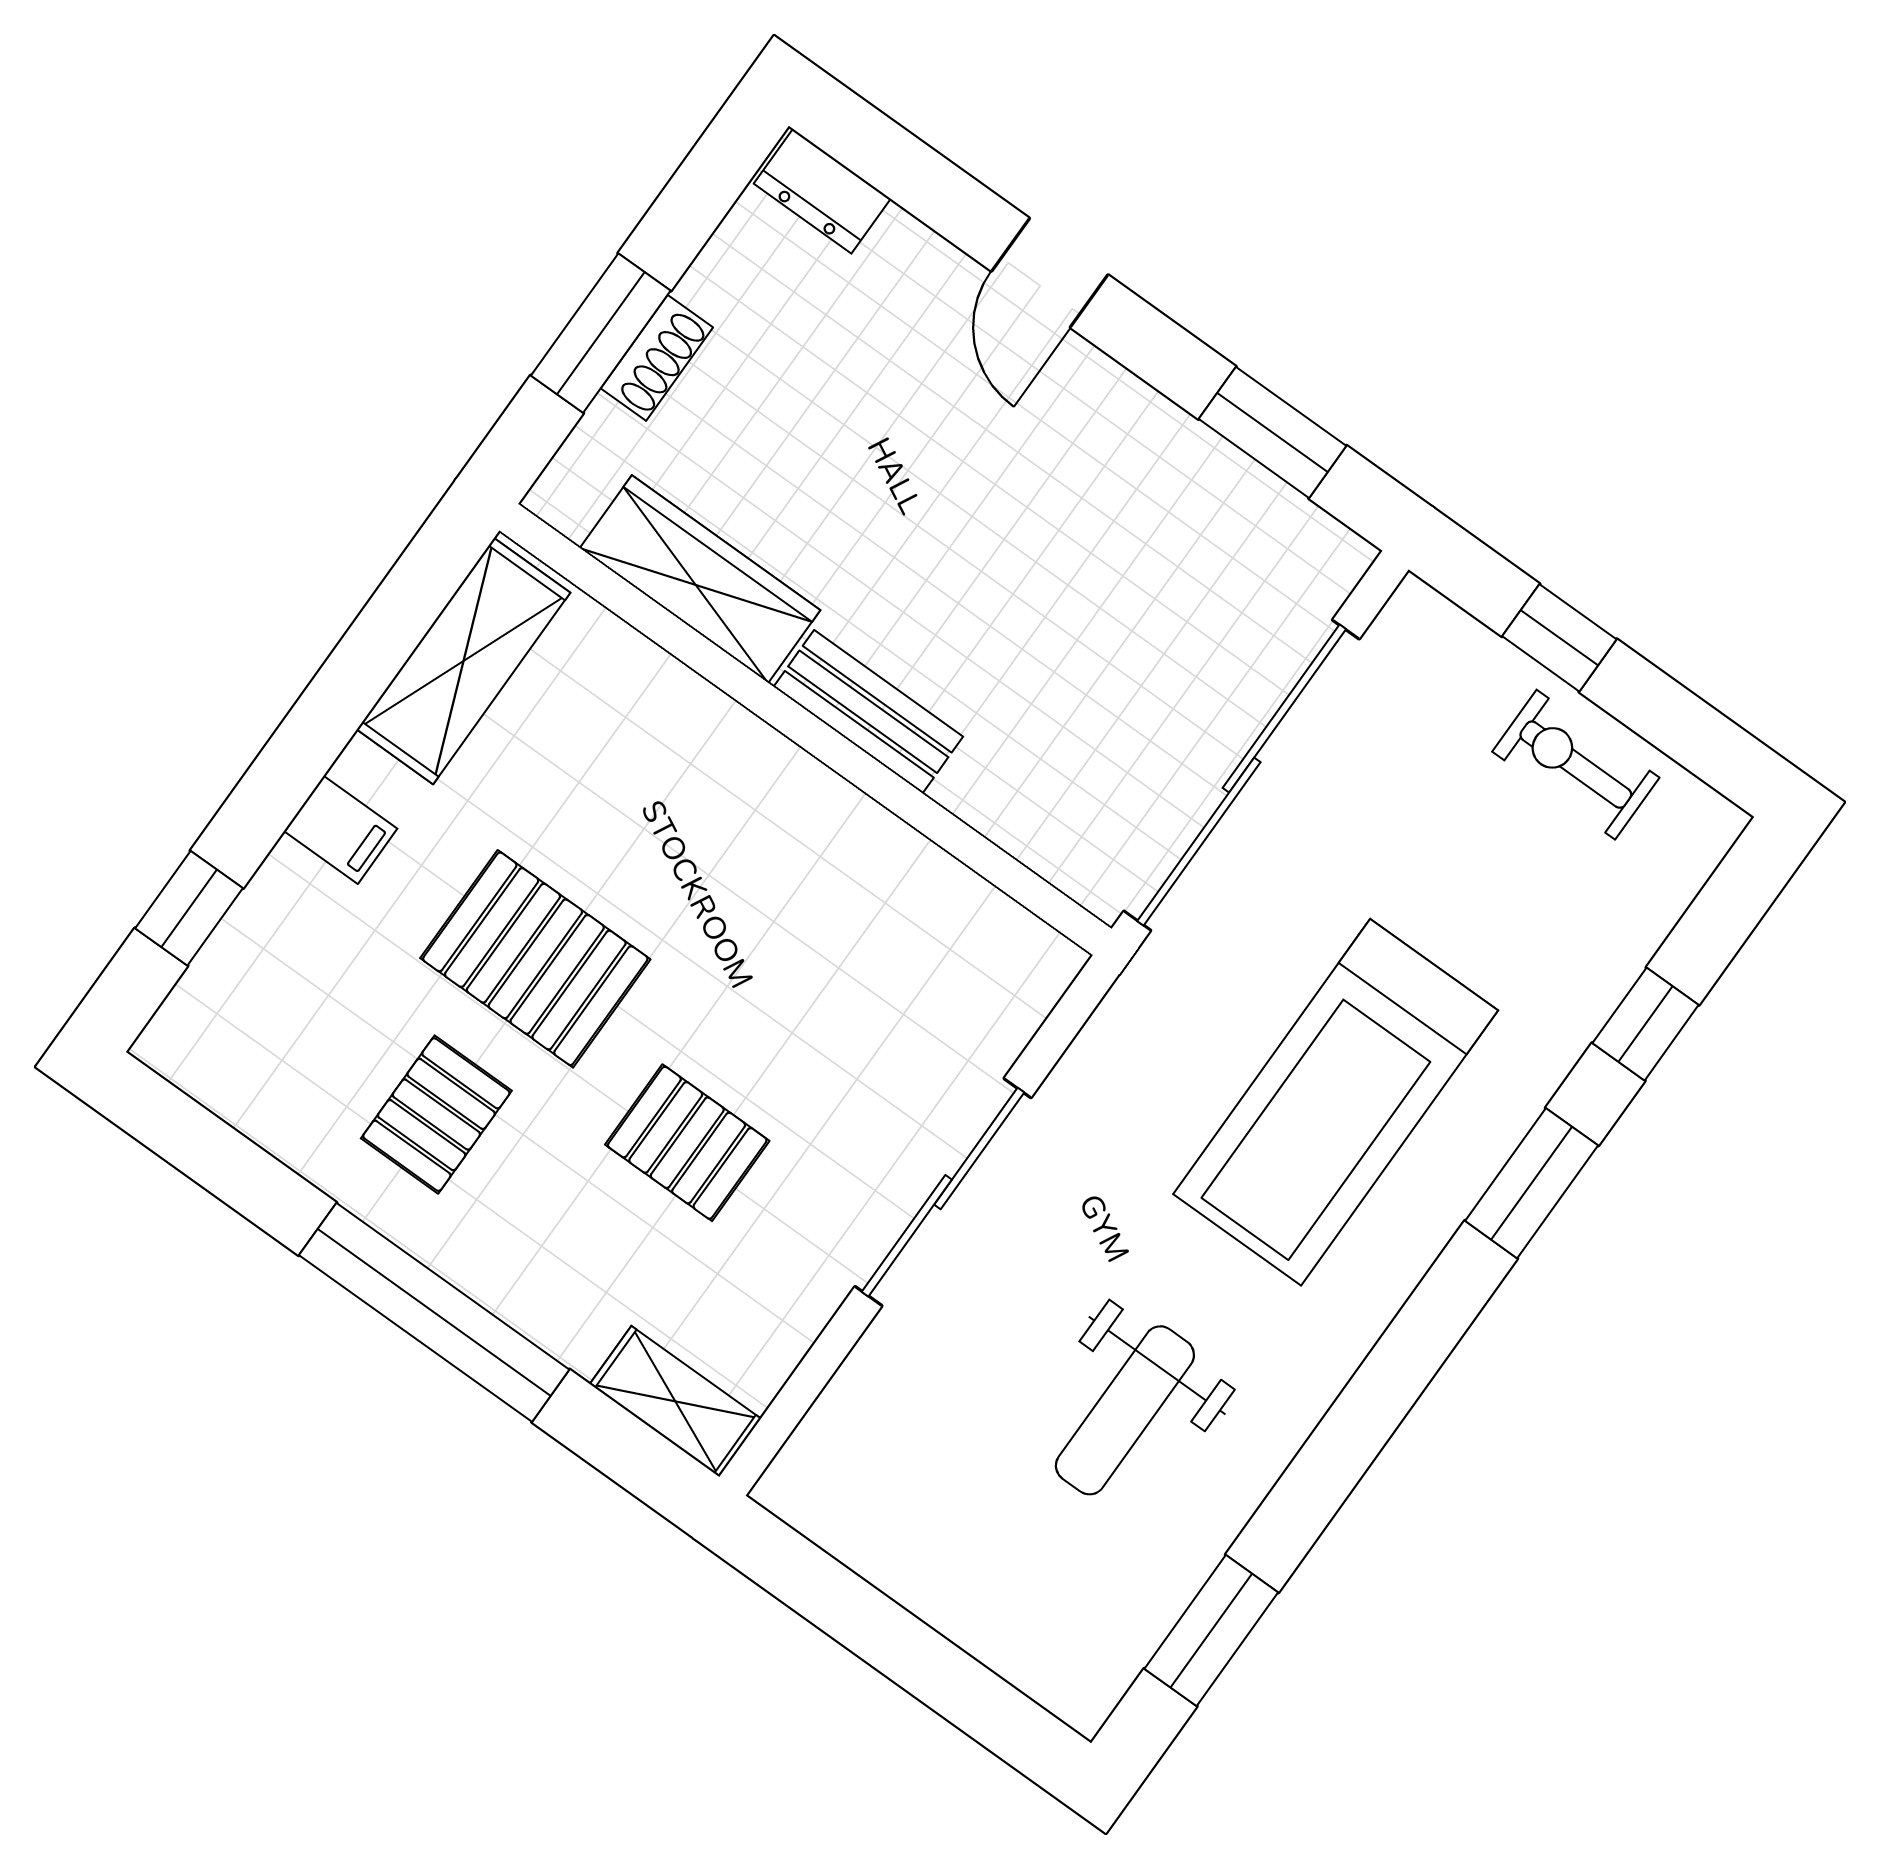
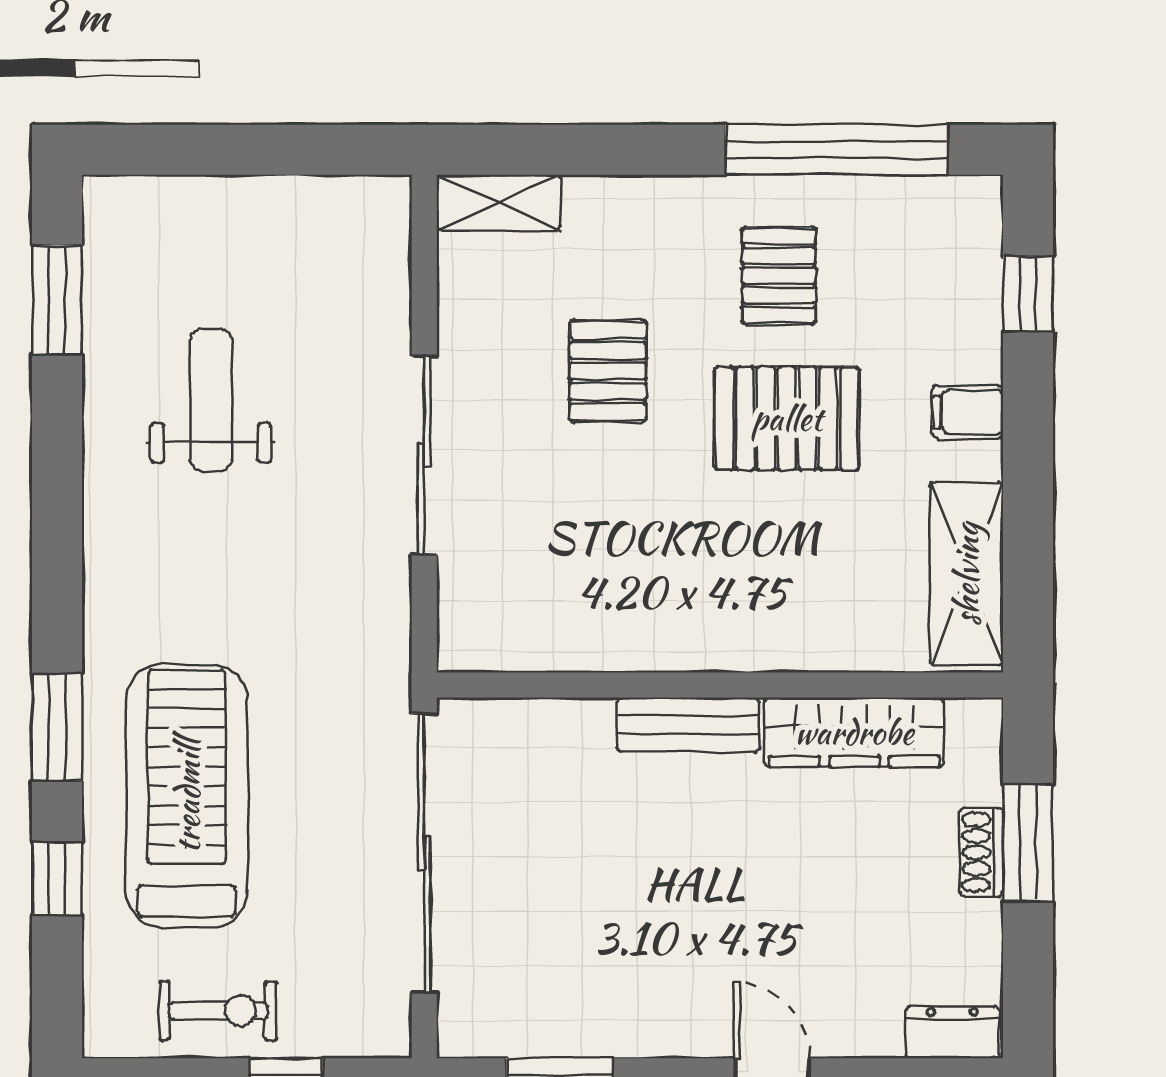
treadmill: (1336, 1102) -> (187, 796), moved
pallet: (687, 1143) -> (608, 371), turned 90
window: (434, 1312) -> (837, 150), moved

